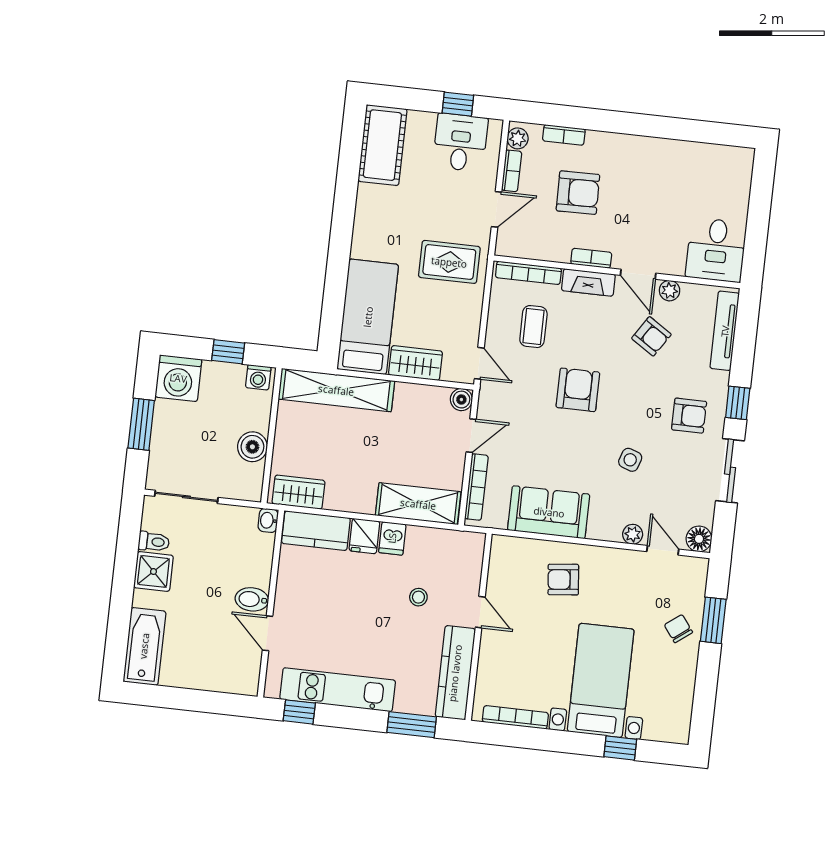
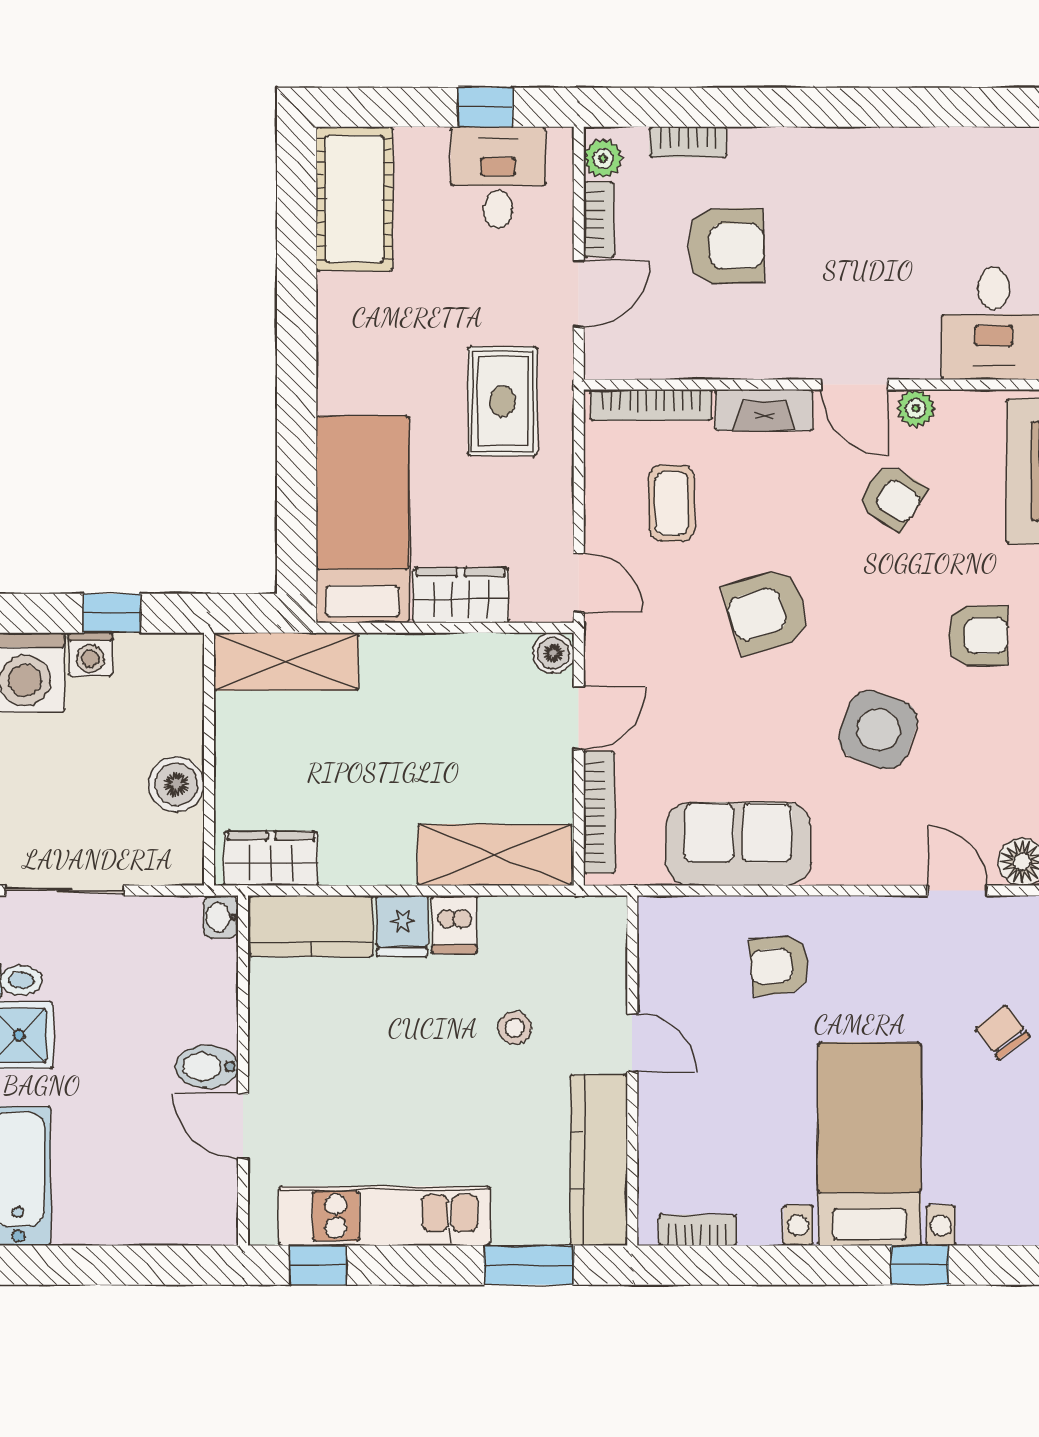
bookcase: (591, 258) -> (764, 365), removed
rug: (449, 262) -> (502, 401), turned 90
washing machine: (258, 377) -> (90, 654), moved
shelving: (336, 390) -> (286, 662), width x0.68
armchair: (578, 390) -> (767, 611), turned -107
side table: (630, 460) -> (878, 730), width x1.87, depth x1.87
plant: (633, 534) -> (898, 867), removed
bookcase: (515, 717) -> (697, 1230), width x0.64

